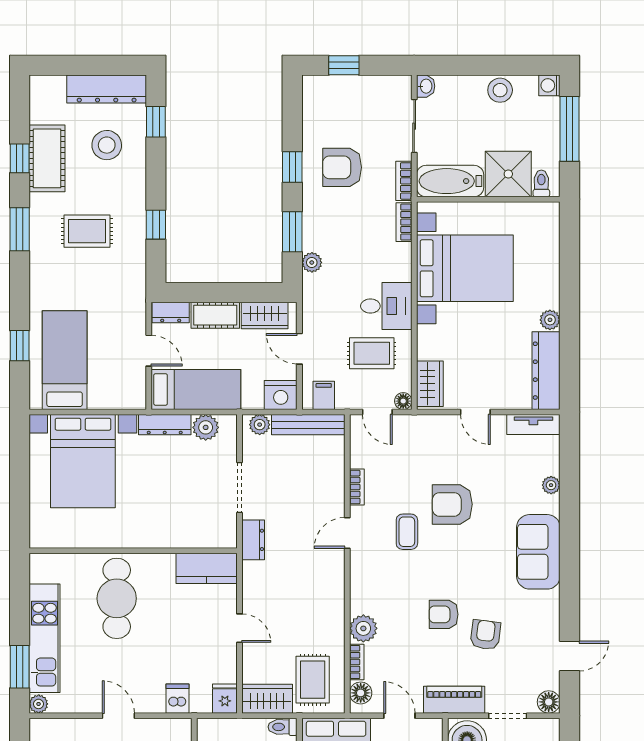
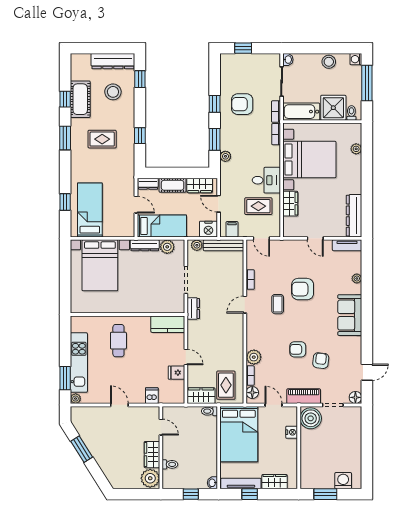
plant: (550, 320) -> (356, 149), moved
wardrobe: (430, 384) -> (290, 204), moved
floor lamp: (403, 401) -> (276, 232), removed
cafe table: (117, 598) -> (118, 341), width x0.73, depth x0.74
fridge: (225, 699) -> (176, 373), moved, turned -90

